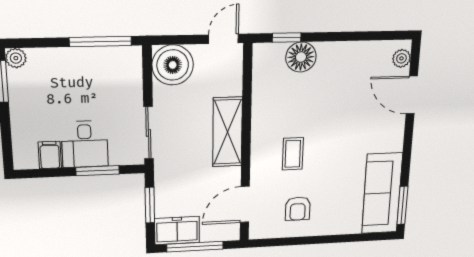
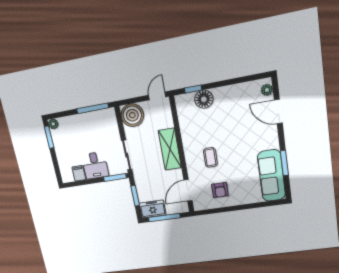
window: (98, 171) -> (115, 178), moved
window: (402, 205) -> (284, 163), moved

